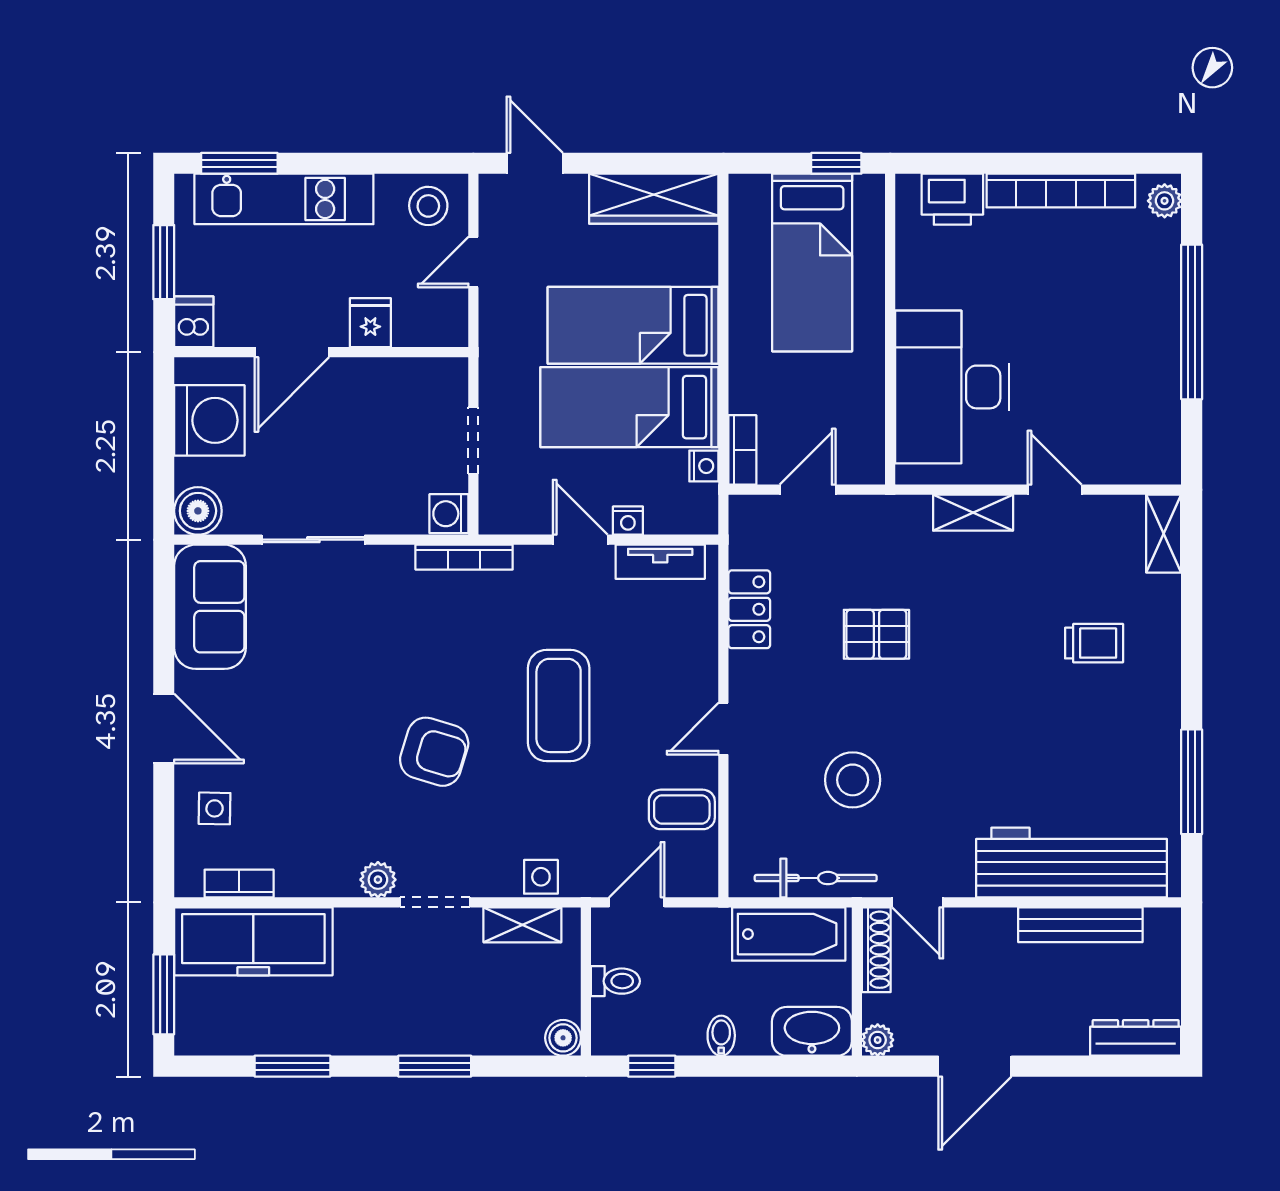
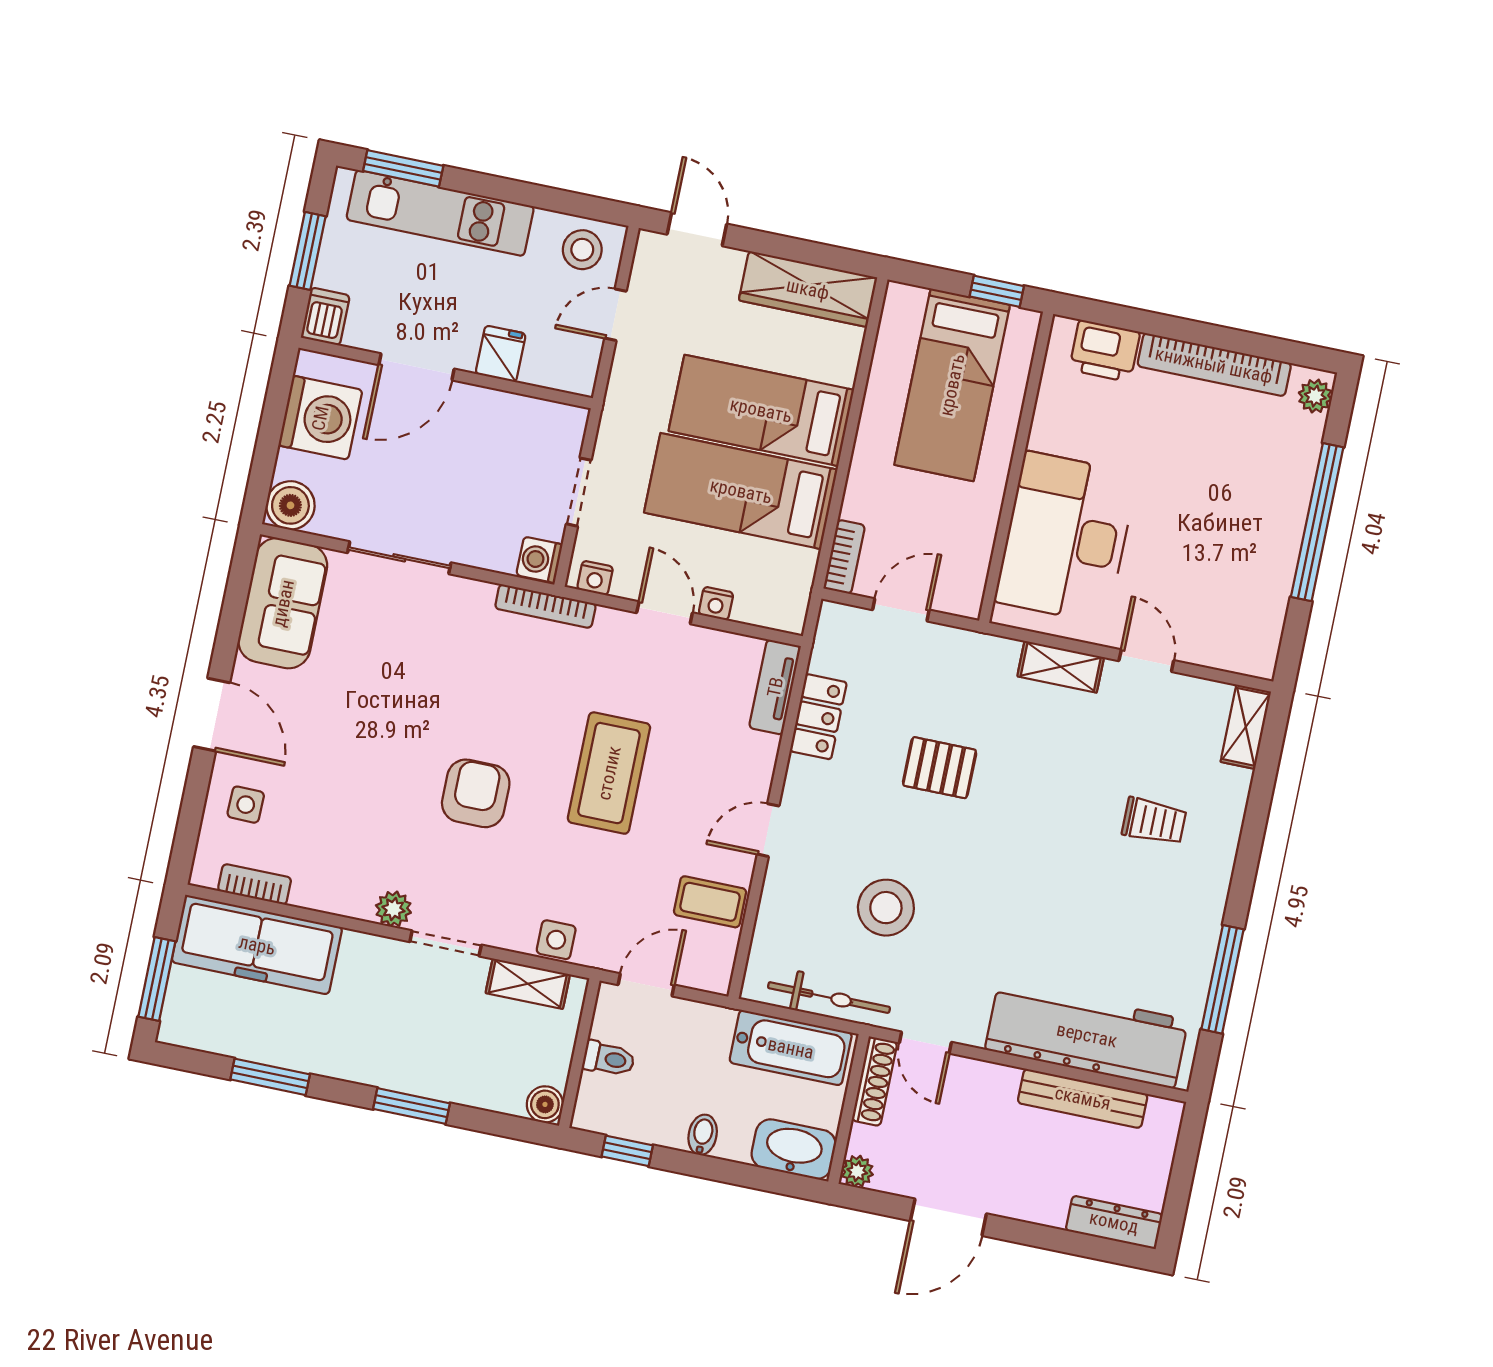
nightstand: (704, 466) -> (595, 578), moved, turned 90
tv unit: (660, 562) -> (775, 687), moved, turned 90
armchair: (434, 752) -> (476, 793), turned -107

